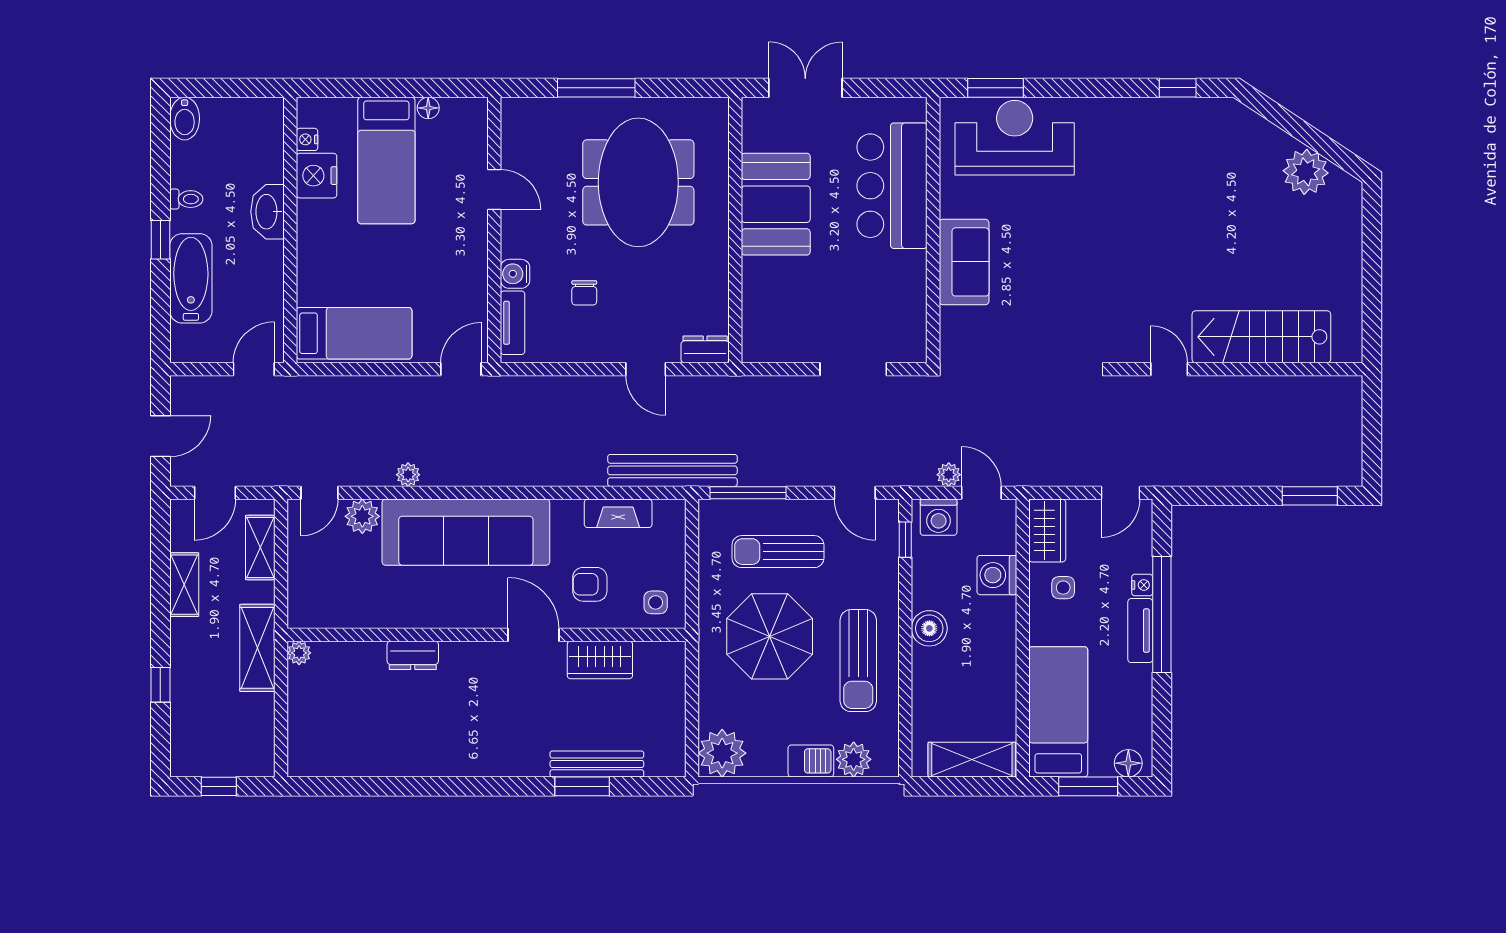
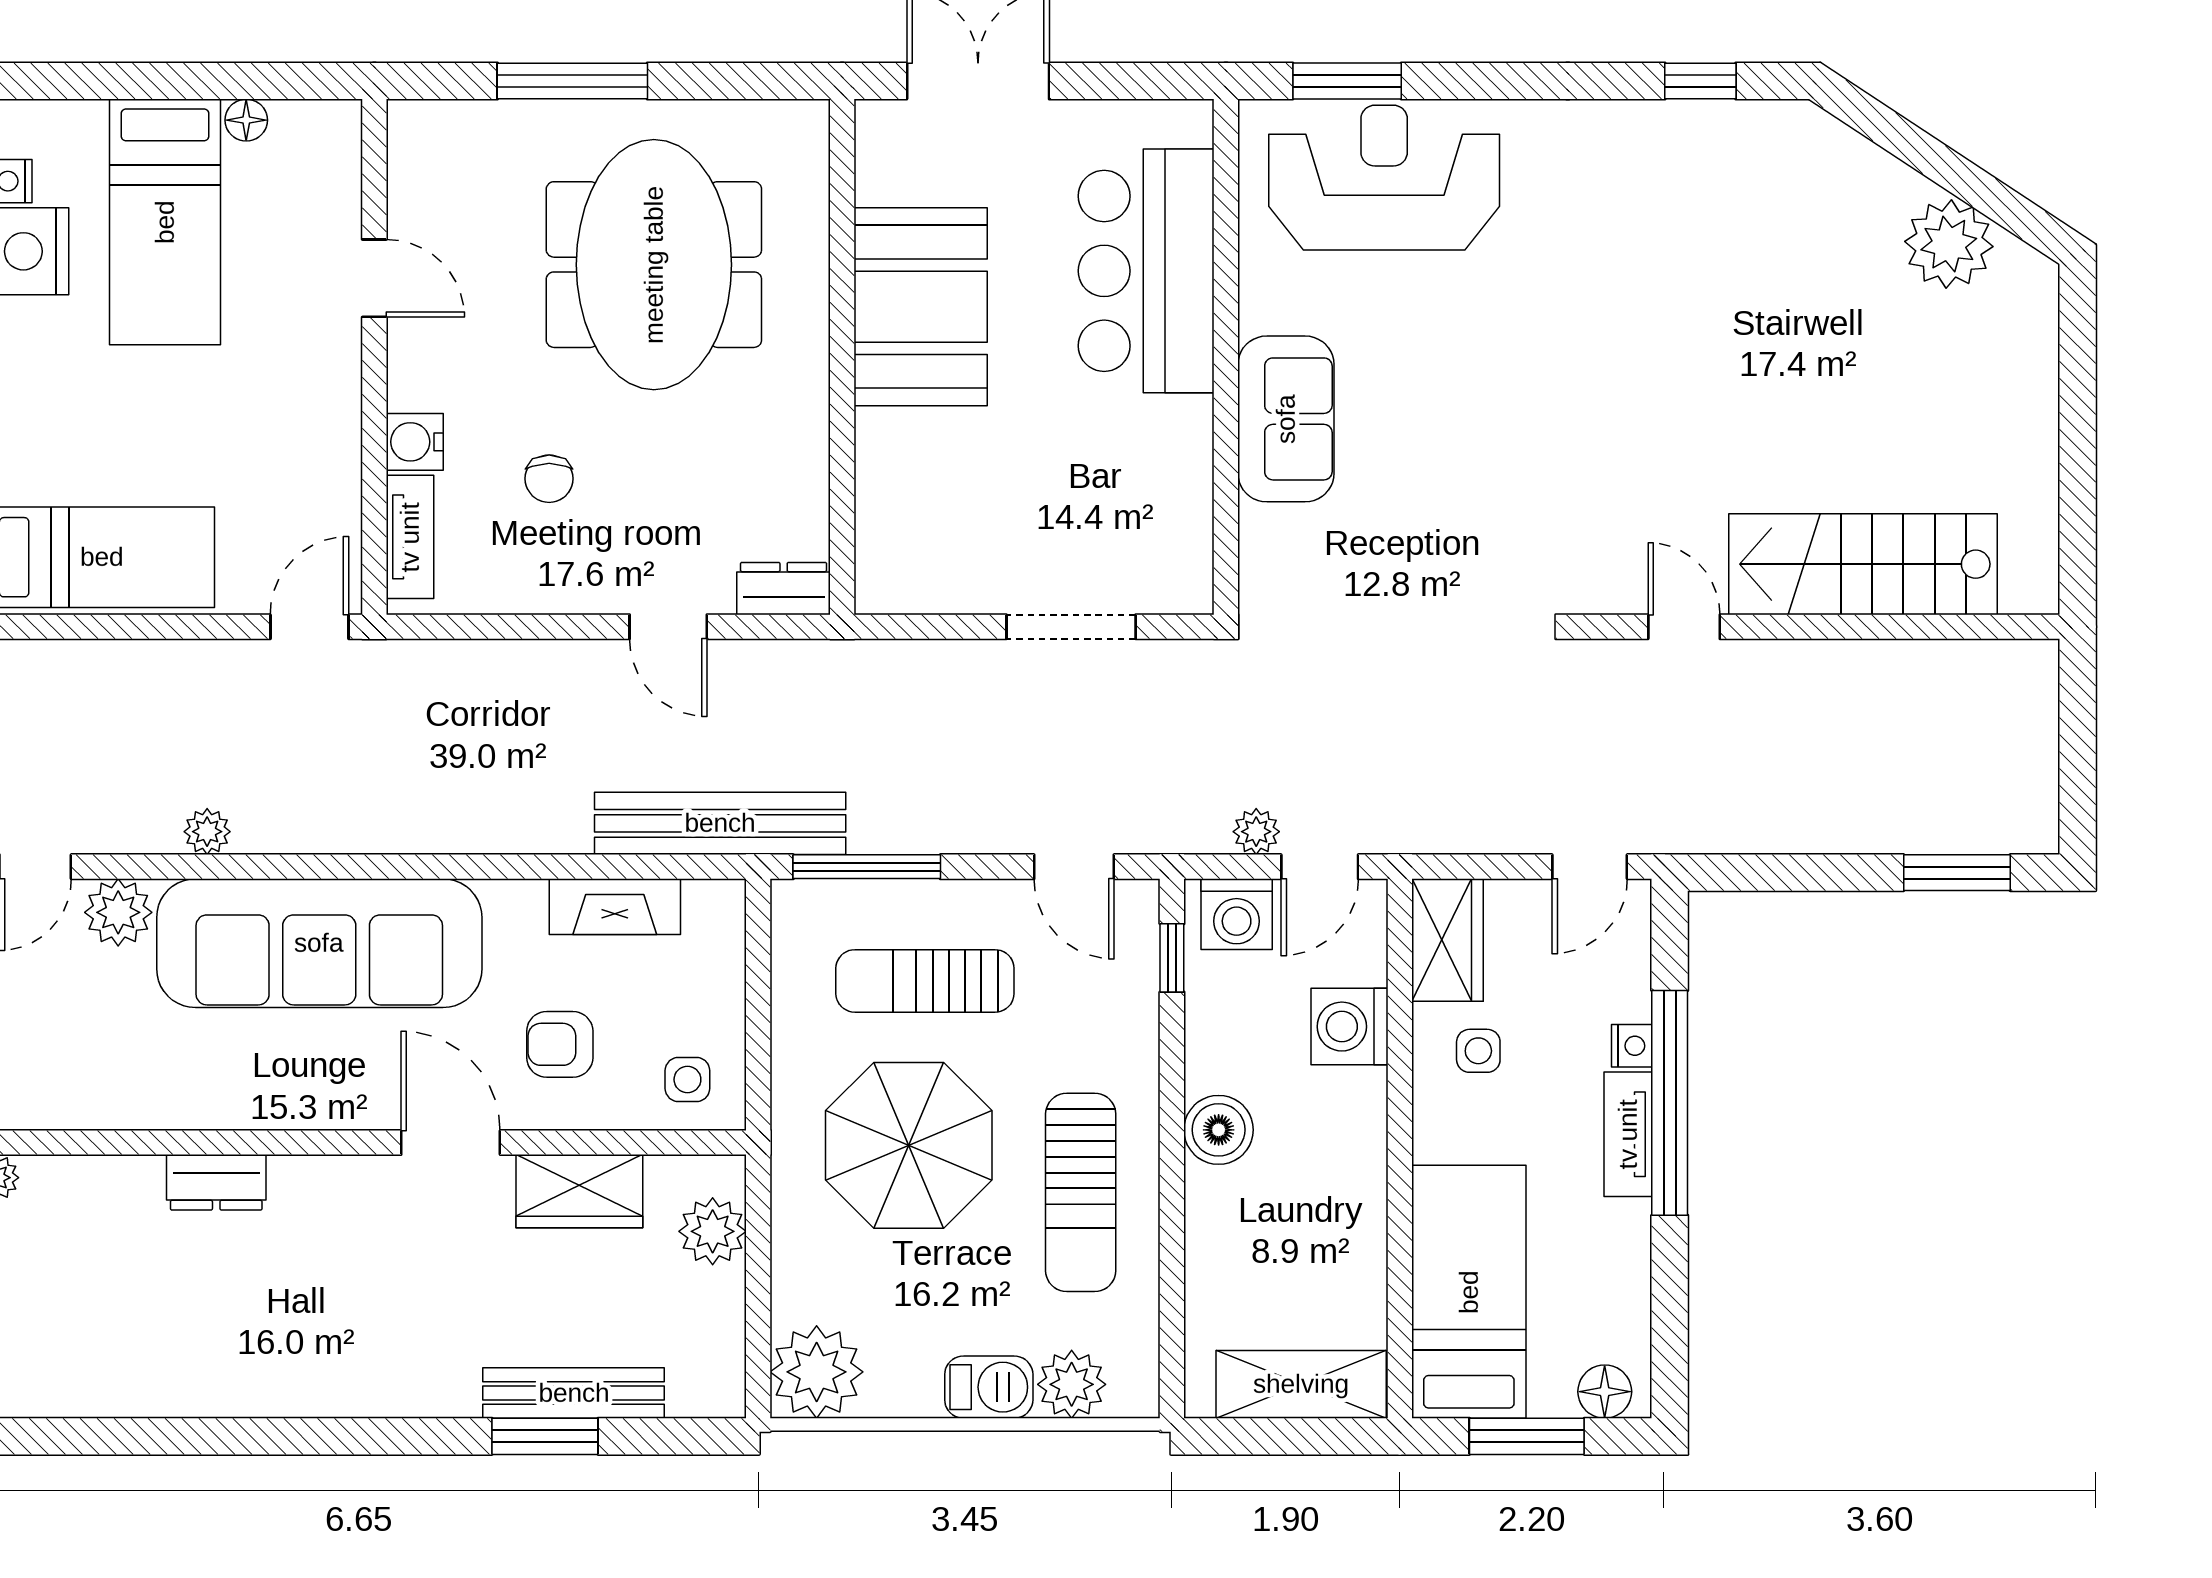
door: (981, 493) -> (1320, 867), swing flipped
plant: (669, 681) -> (713, 1231), added

